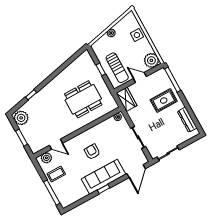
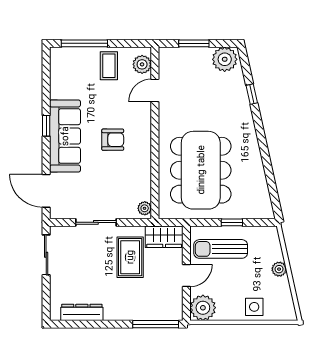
dining table: (83, 99) -> (201, 170), width x1.36, depth x1.24
rug: (164, 101) -> (130, 257), moved

